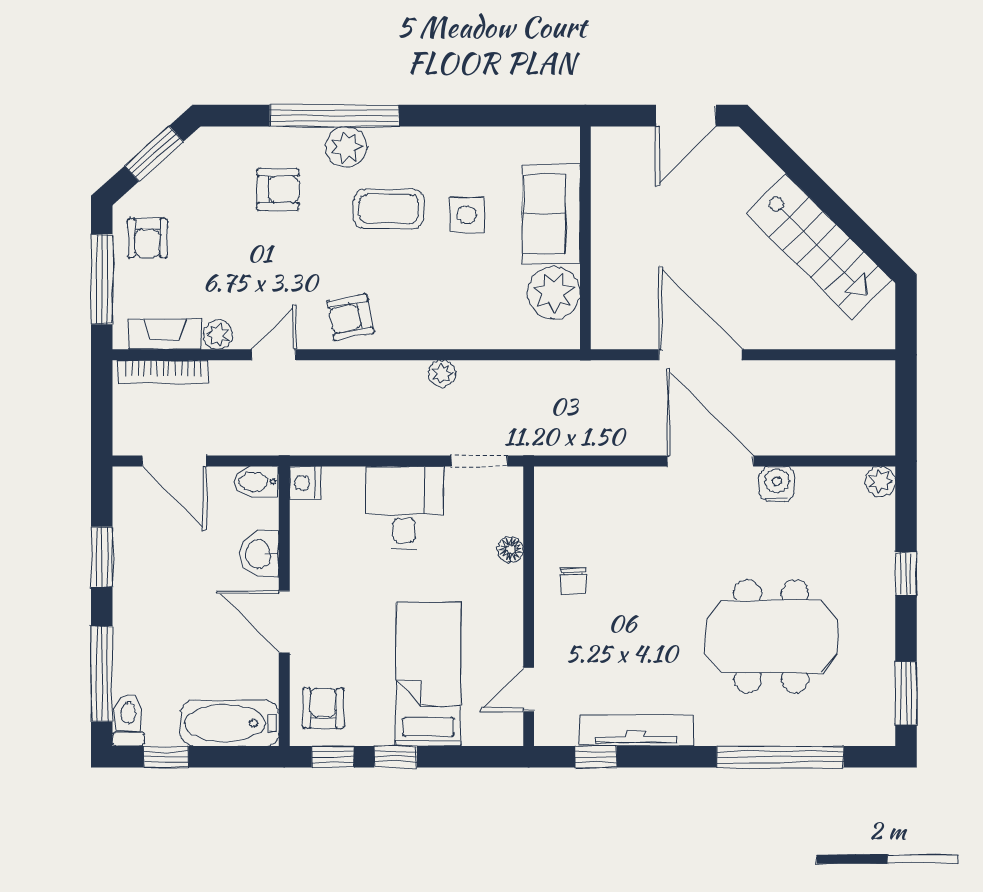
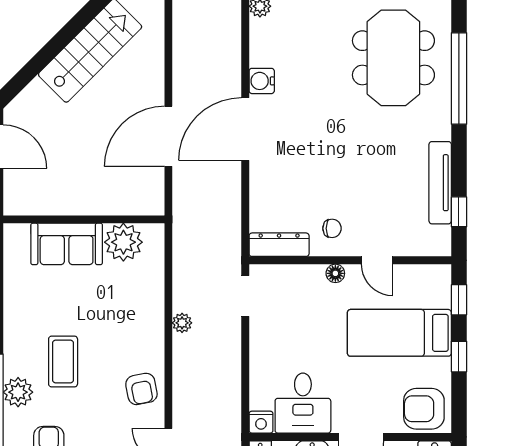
side table: (467, 215) -> (67, 305), removed
desk: (404, 508) -> (303, 403), moved, turned -90
dresser: (550, 508) -> (279, 245), added
floor lamp: (511, 549) -> (335, 273), moved
meeting table: (771, 636) -> (393, 58), moved
door: (529, 689) -> (377, 260), moved
armchair: (323, 708) -> (424, 409), width x1.38, depth x1.38
window: (333, 757) -> (459, 300), moved

